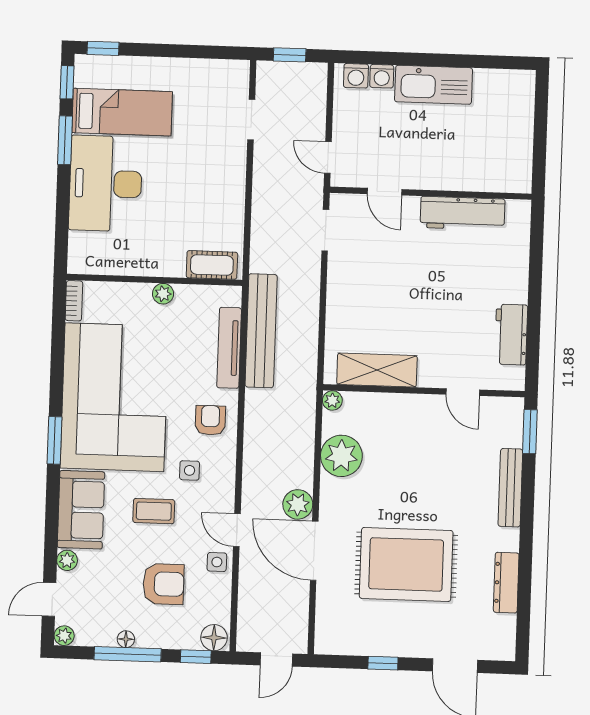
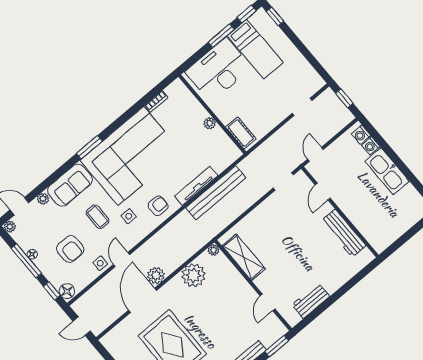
cot: (212, 265) -> (241, 133), moved
wall: (155, 280) -> (212, 114), moved
plant: (163, 294) -> (210, 123), moved

